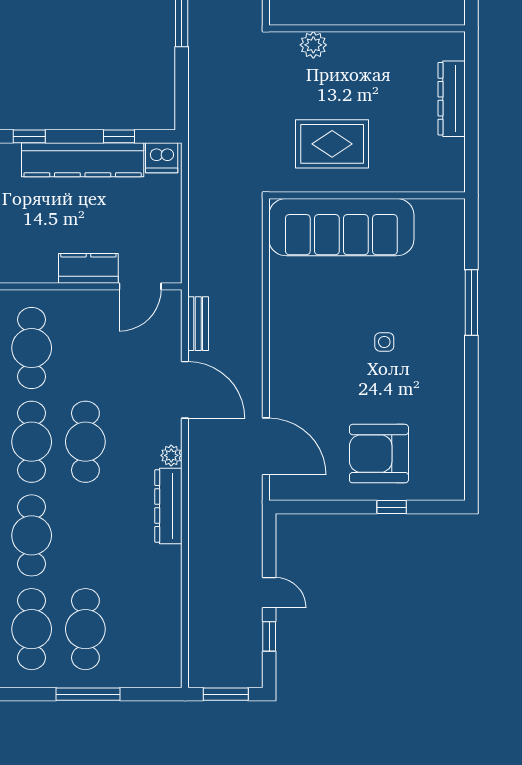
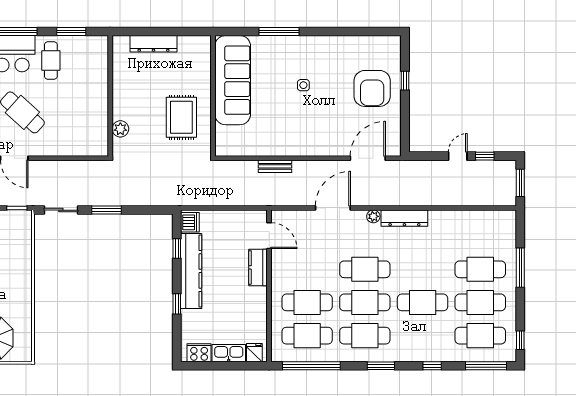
sofa: (341, 227) -> (233, 80), moved
bench: (198, 324) -> (275, 166), moved

